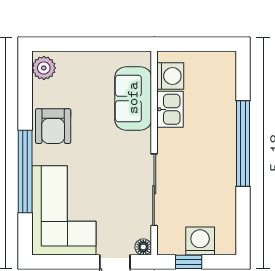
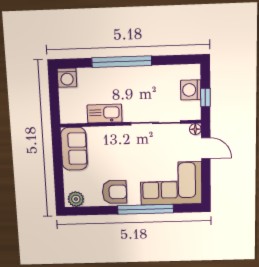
washing machine: (170, 76) -> (67, 78), moved, turned 180
sofa: (133, 98) -> (74, 149), moved, turned -90
kitchen sink: (170, 109) -> (105, 114), width x1.38

